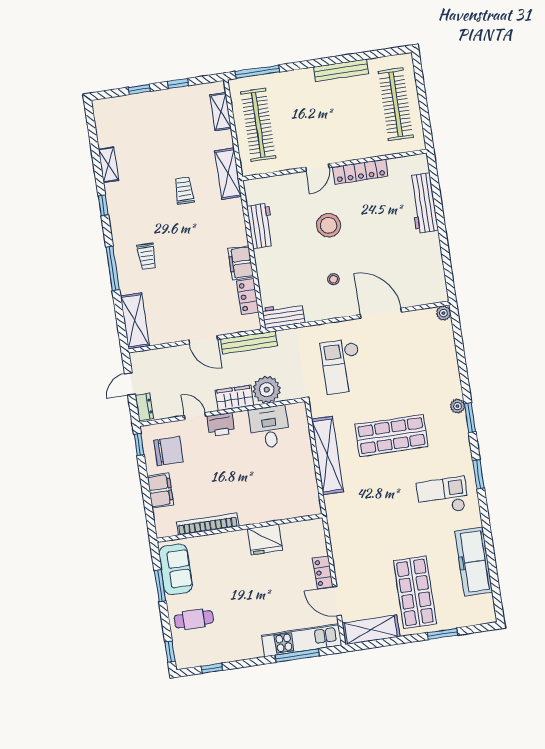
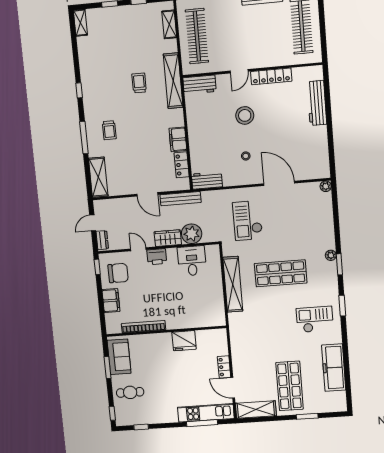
shelving: (108, 165) -> (80, 23), moved
shelving: (228, 174) -> (173, 81), width x1.47
workbench: (261, 226) -> (199, 85), moved, turned 90

